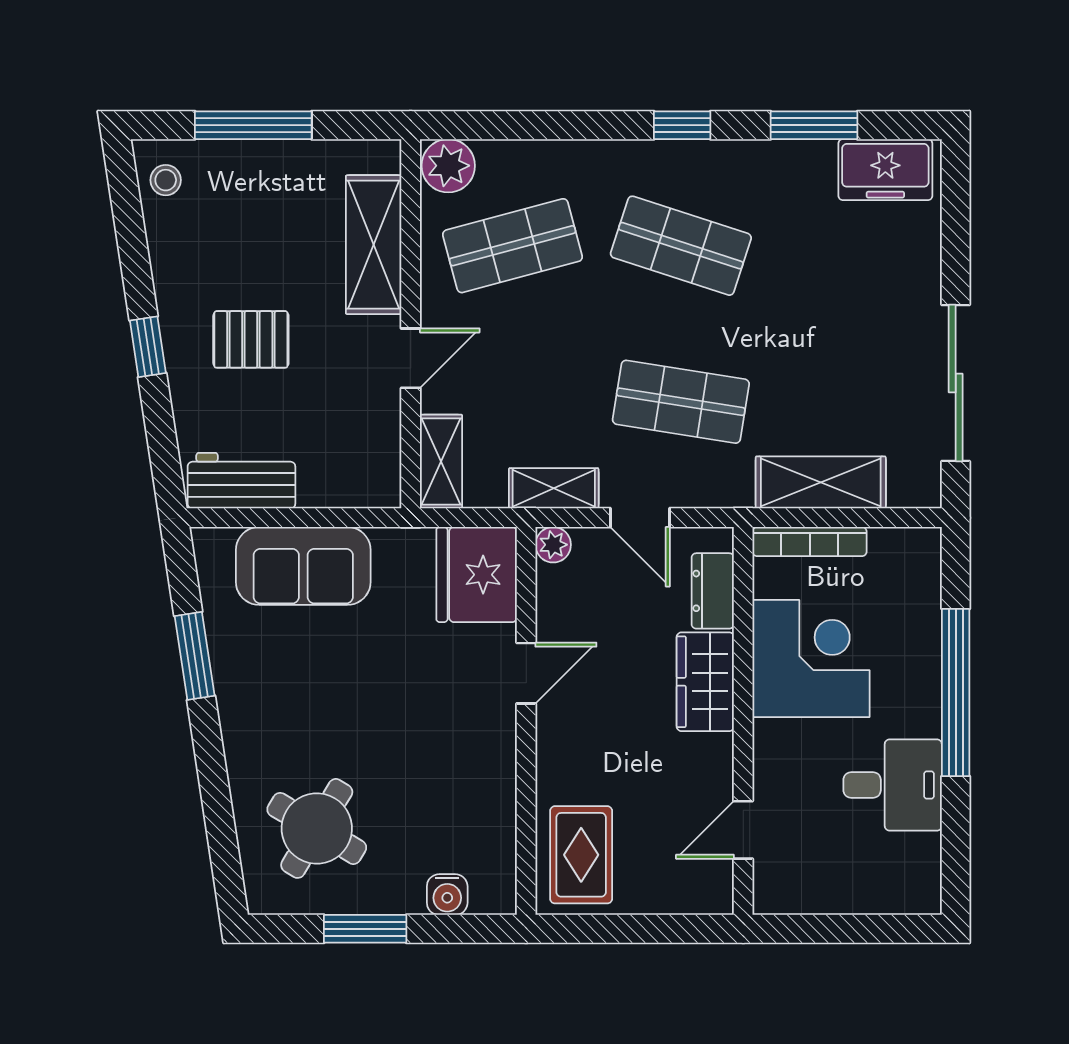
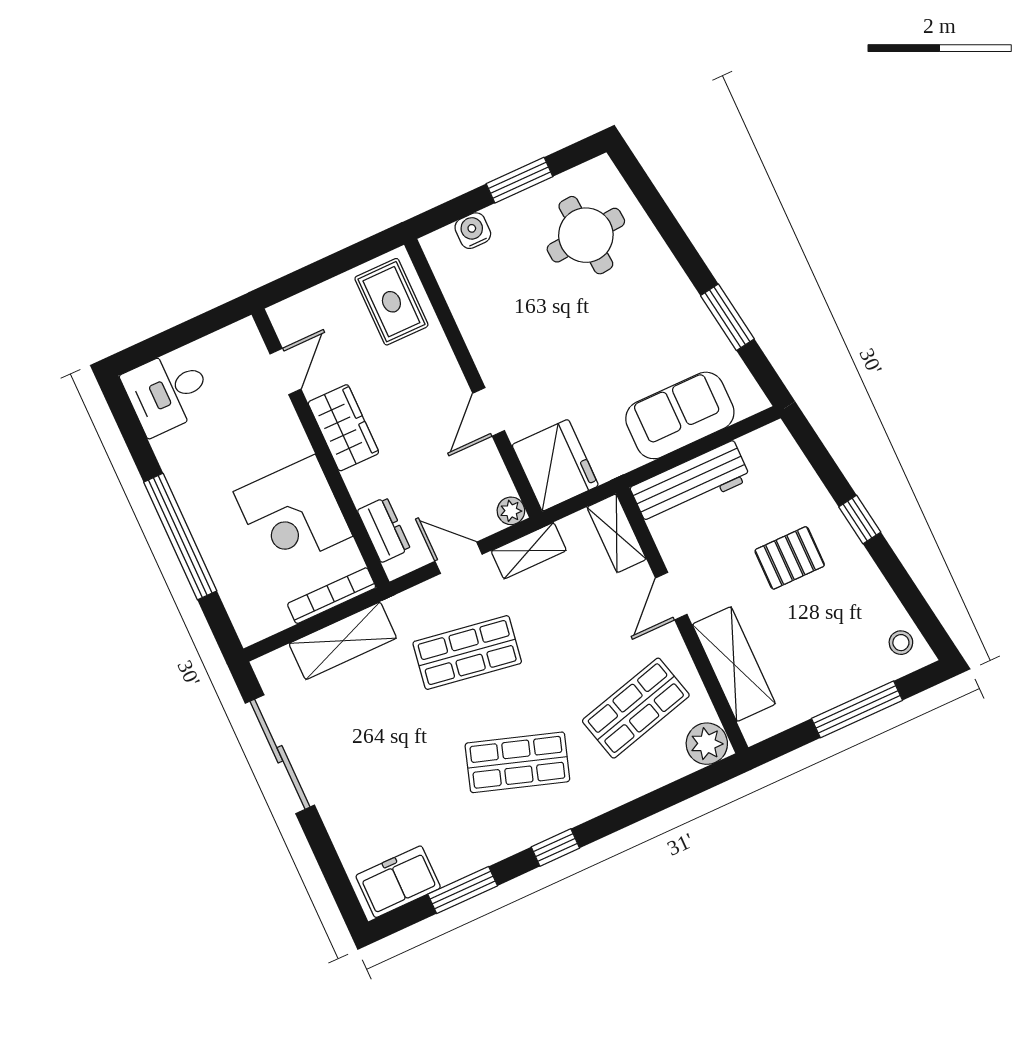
workbench: (241, 481) -> (690, 483), moved, width x1.38
wardrobe: (705, 682) -> (343, 428), moved
desk: (893, 785) -> (168, 392), moved
round table: (317, 828) -> (586, 235), turned -36

